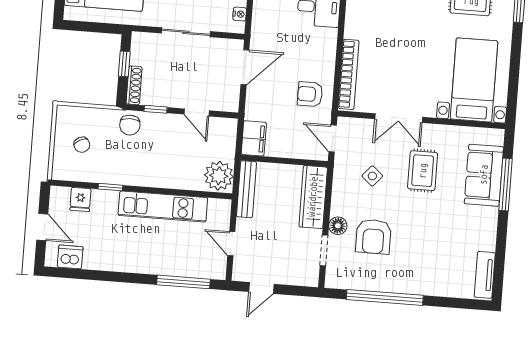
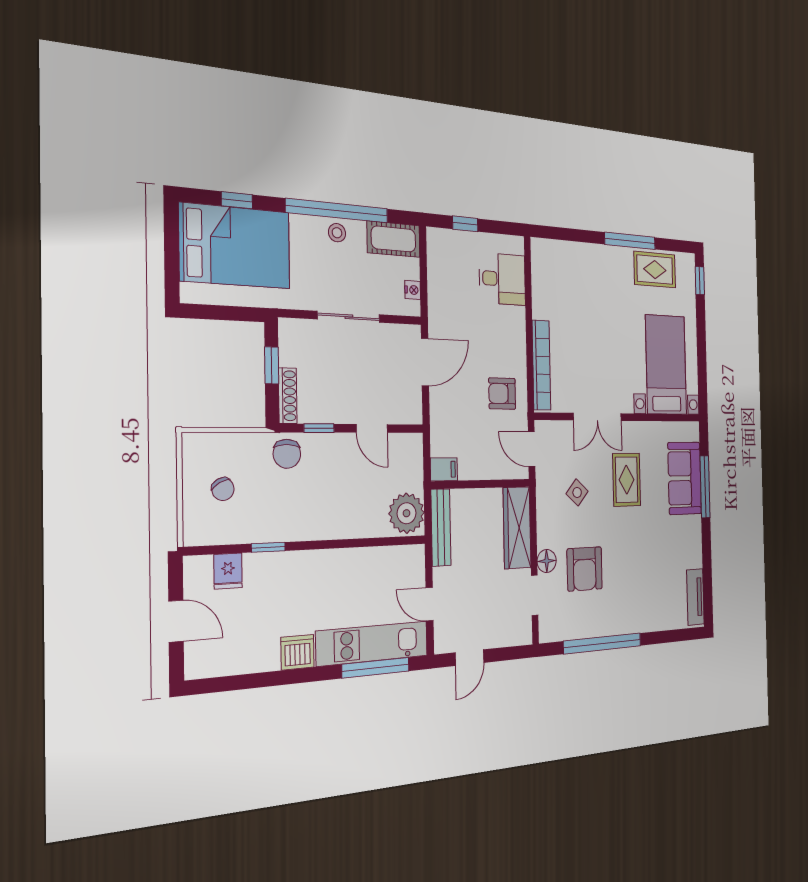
filing cabinet: (254, 138) -> (444, 469), width x0.50
kitchen unit: (163, 207) -> (373, 643), moved, turned 180
dishwasher: (70, 257) -> (298, 652), moved

